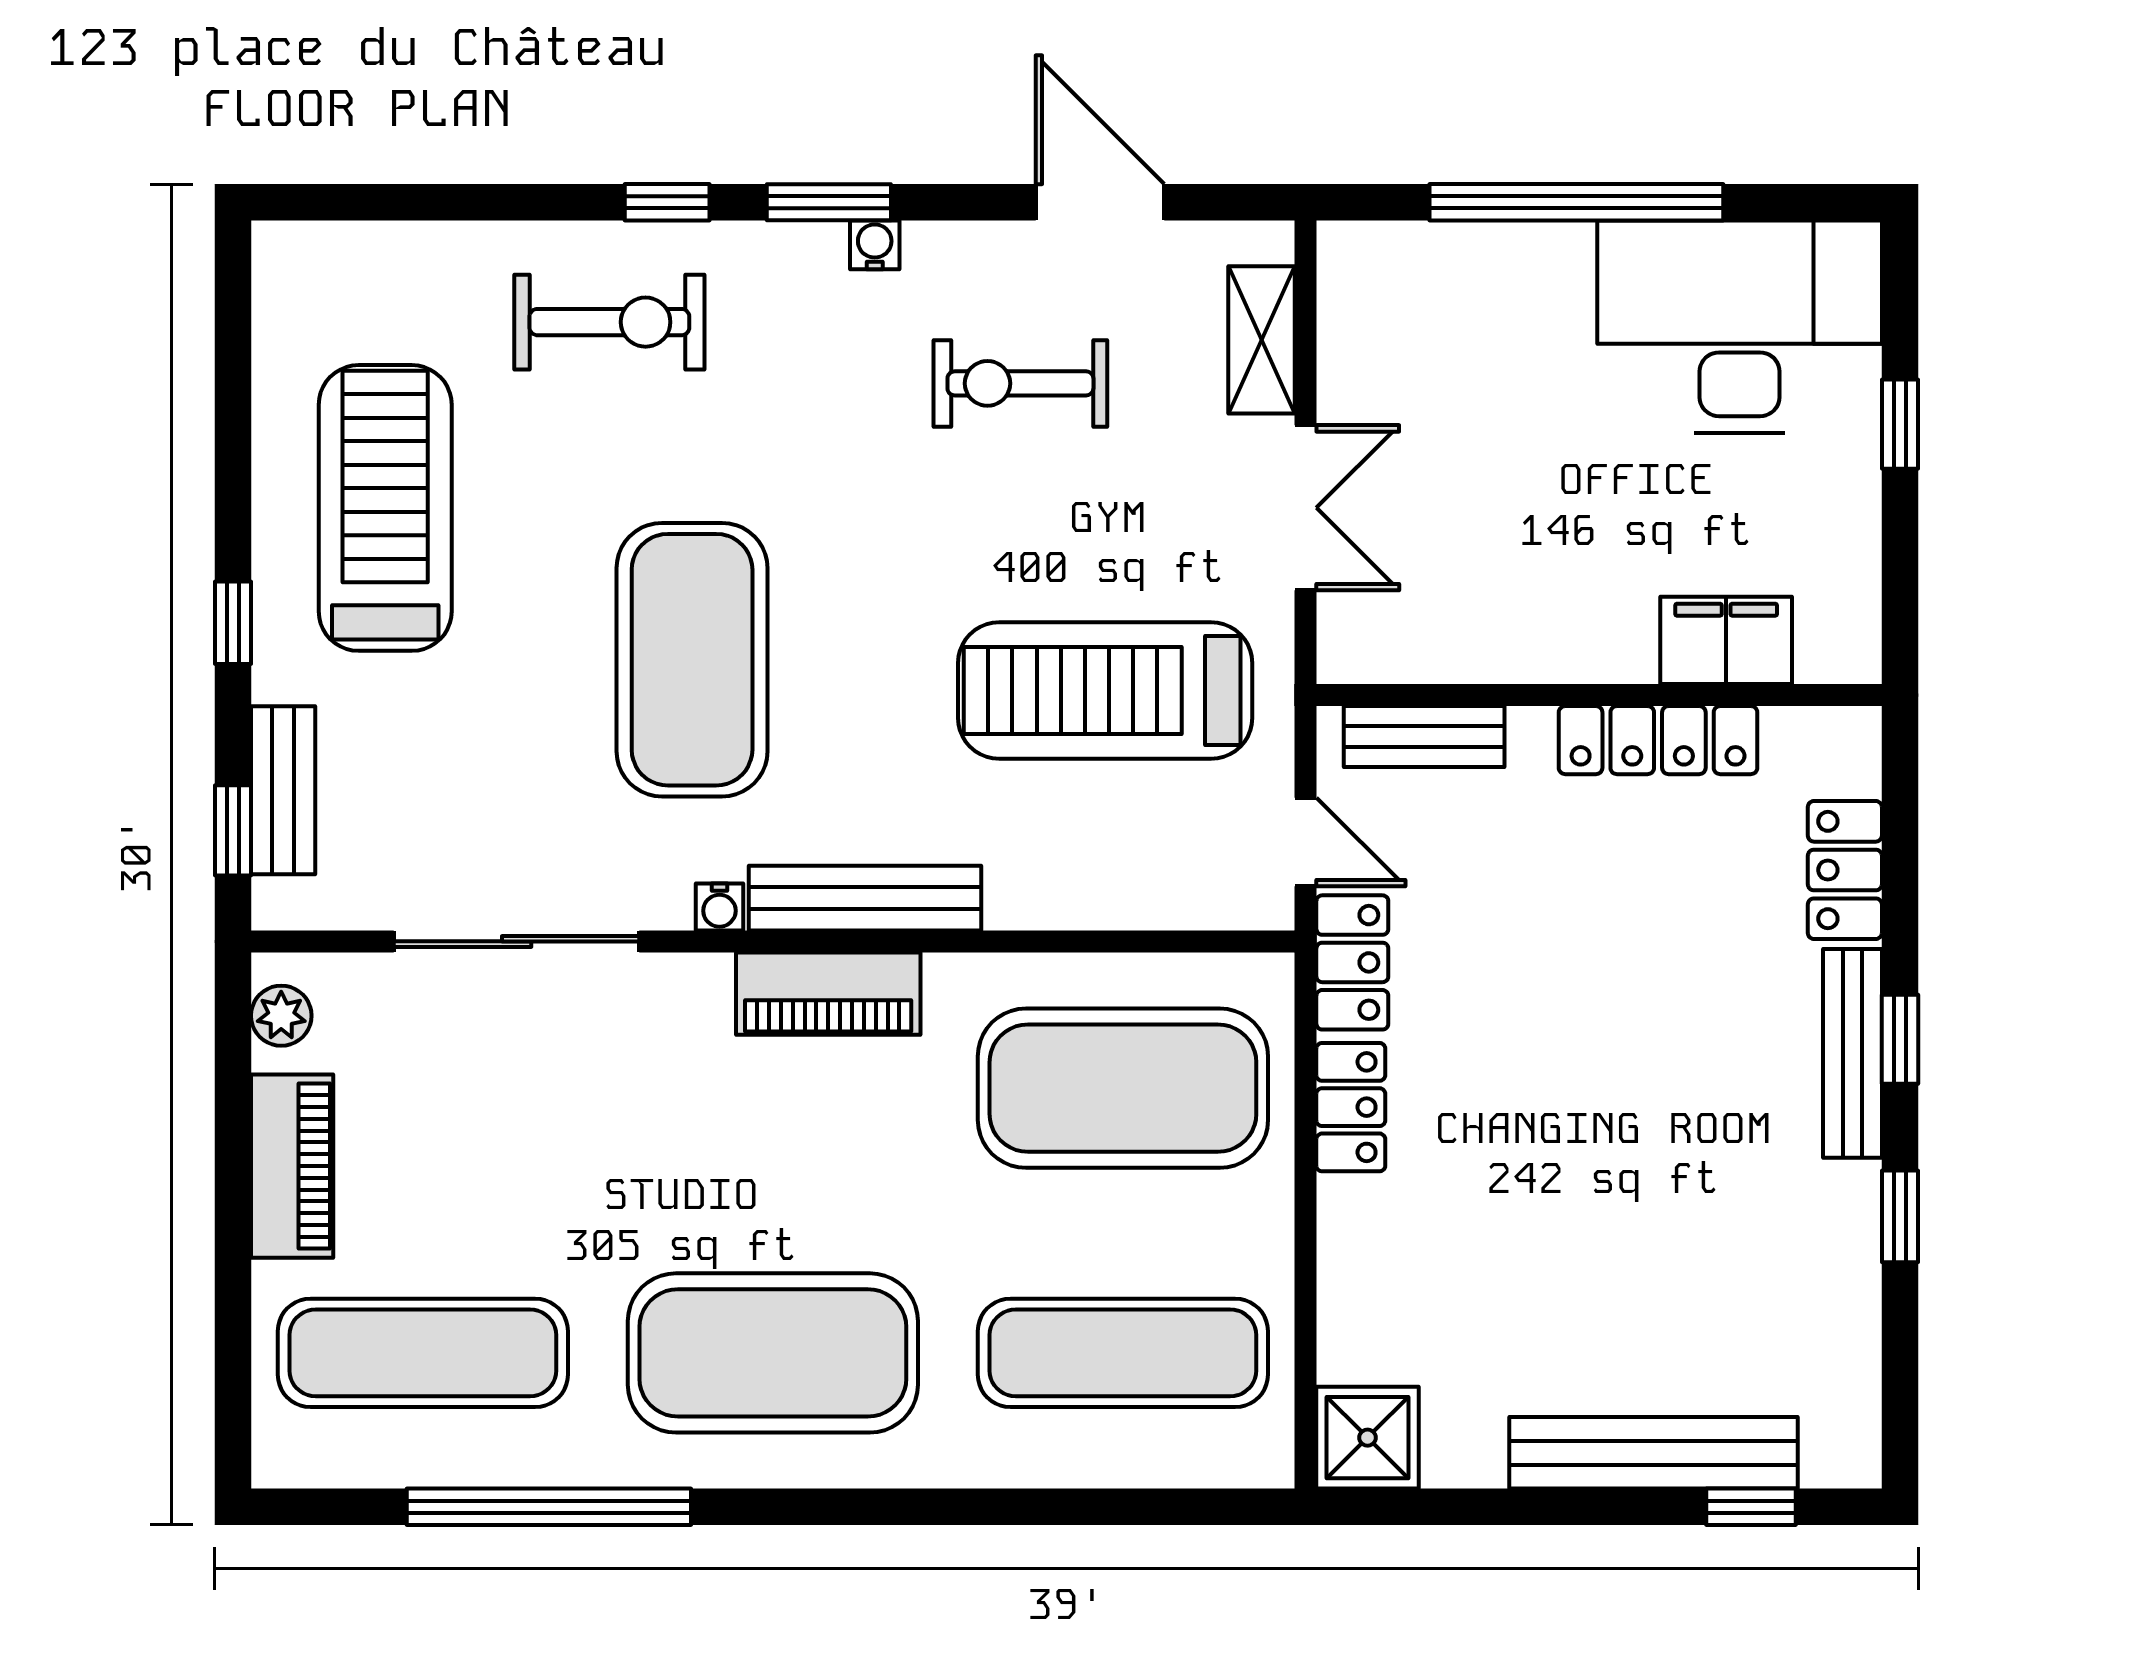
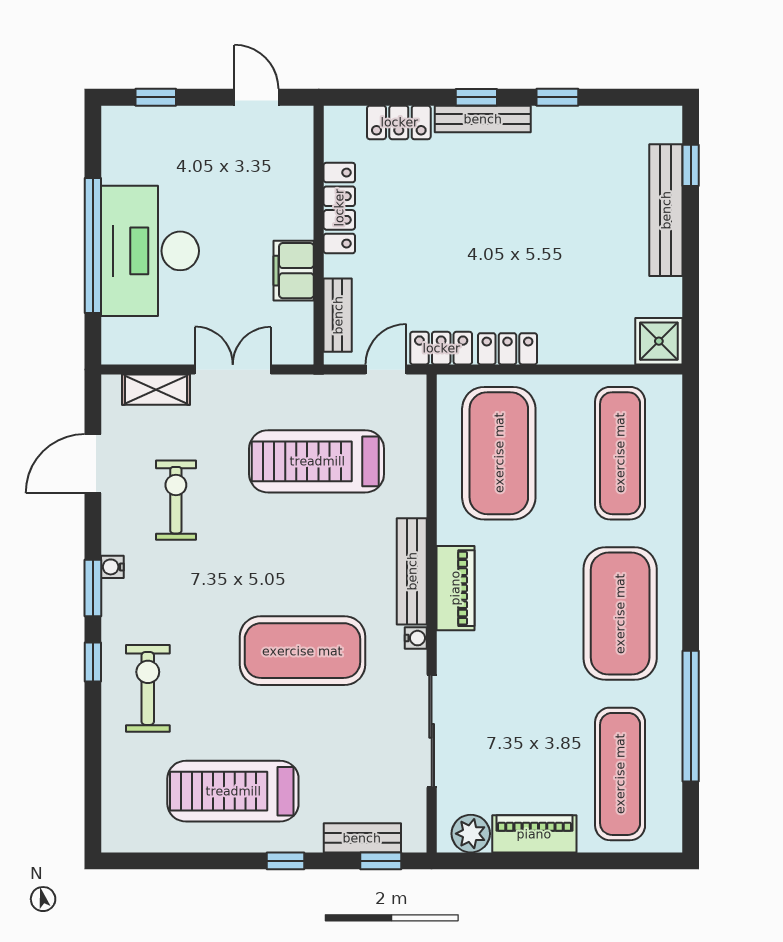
desk: (1740, 327) -> (150, 251), moved
exercise bike: (1020, 383) -> (176, 500), turned 180
window: (1900, 424) -> (156, 97), moved
door: (1900, 559) -> (256, 97), added
filing cabinet: (1726, 640) -> (294, 271), moved
treadmill: (1105, 690) -> (317, 461), turned 90
plant: (281, 1016) -> (471, 834), width x1.38, depth x1.38

